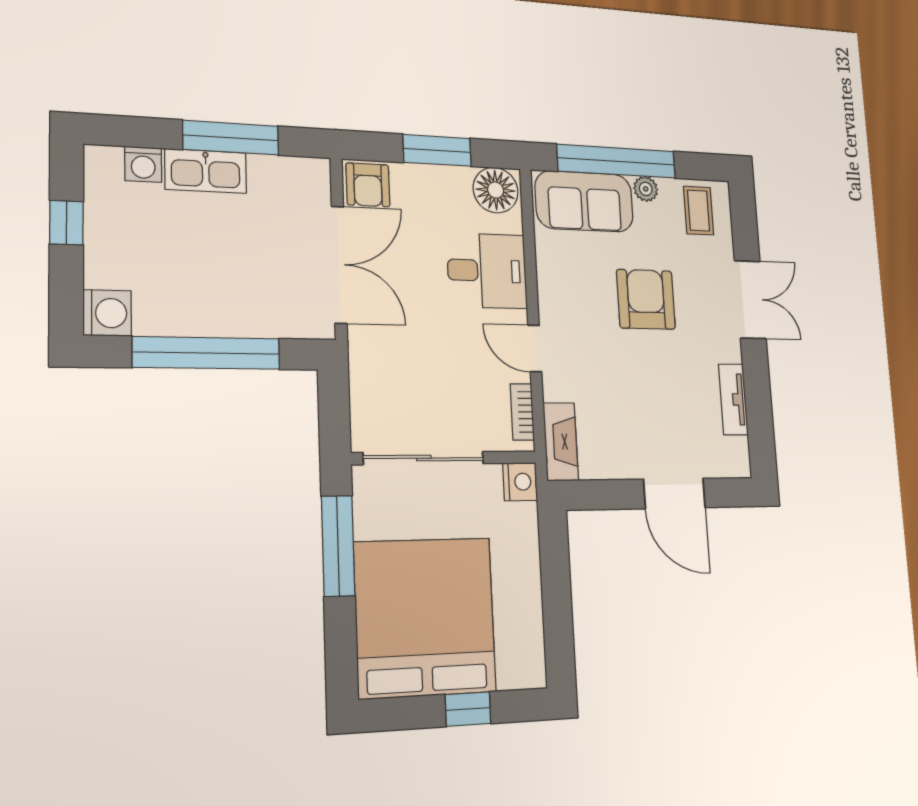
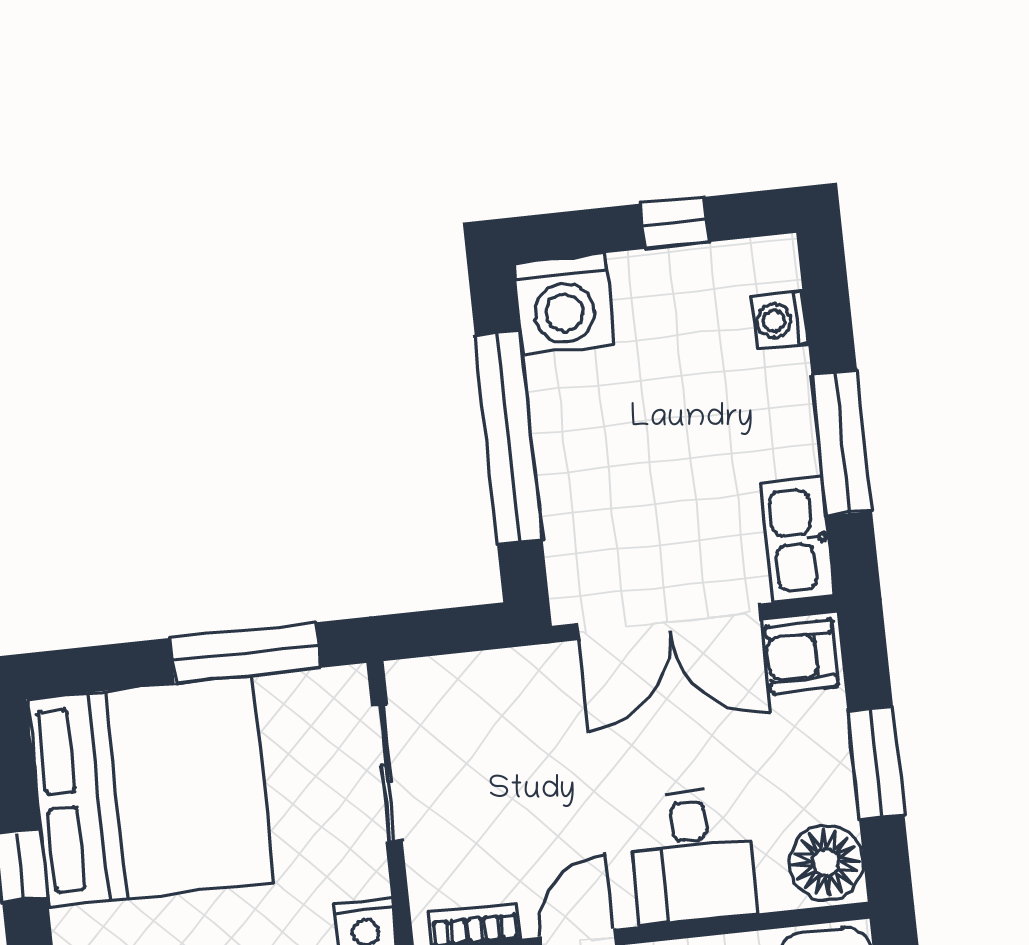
kitchen sink: (206, 171) -> (798, 540), moved
washing machine: (107, 313) -> (563, 304), width x1.37, depth x1.37
sliding door: (424, 458) -> (387, 774), width x0.73

